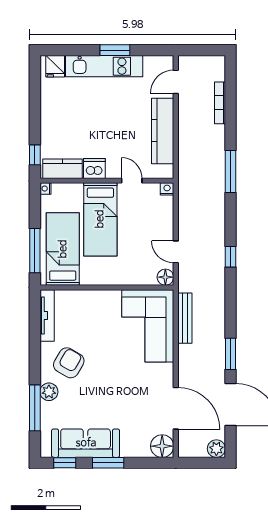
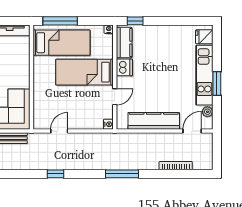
plant: (151, 62) -> (207, 112), added
door: (176, 82) -> (192, 131), hinge flipped
floor lamp: (165, 277) -> (39, 123), removed

